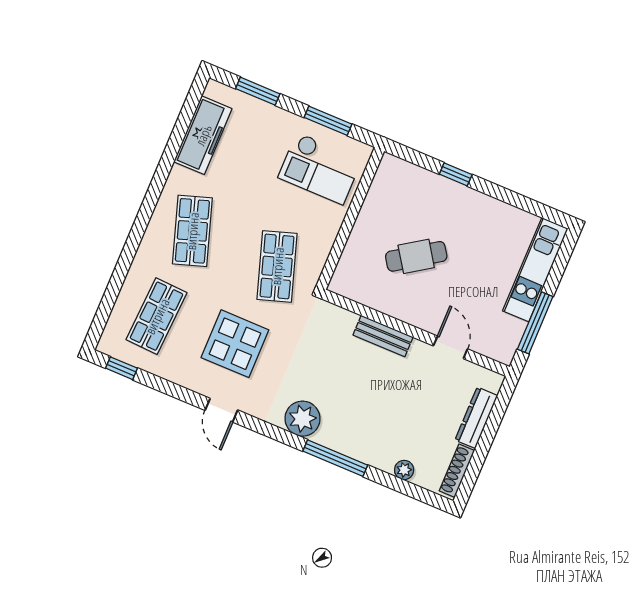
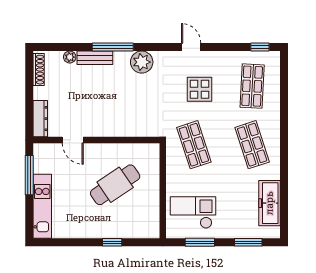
cafe table: (416, 256) -> (115, 185), width x1.37, depth x1.35
bench: (383, 336) -> (95, 58), moved
display table: (235, 344) -> (200, 89), width x0.73, depth x0.73
dresser: (476, 418) -> (40, 119), moved

